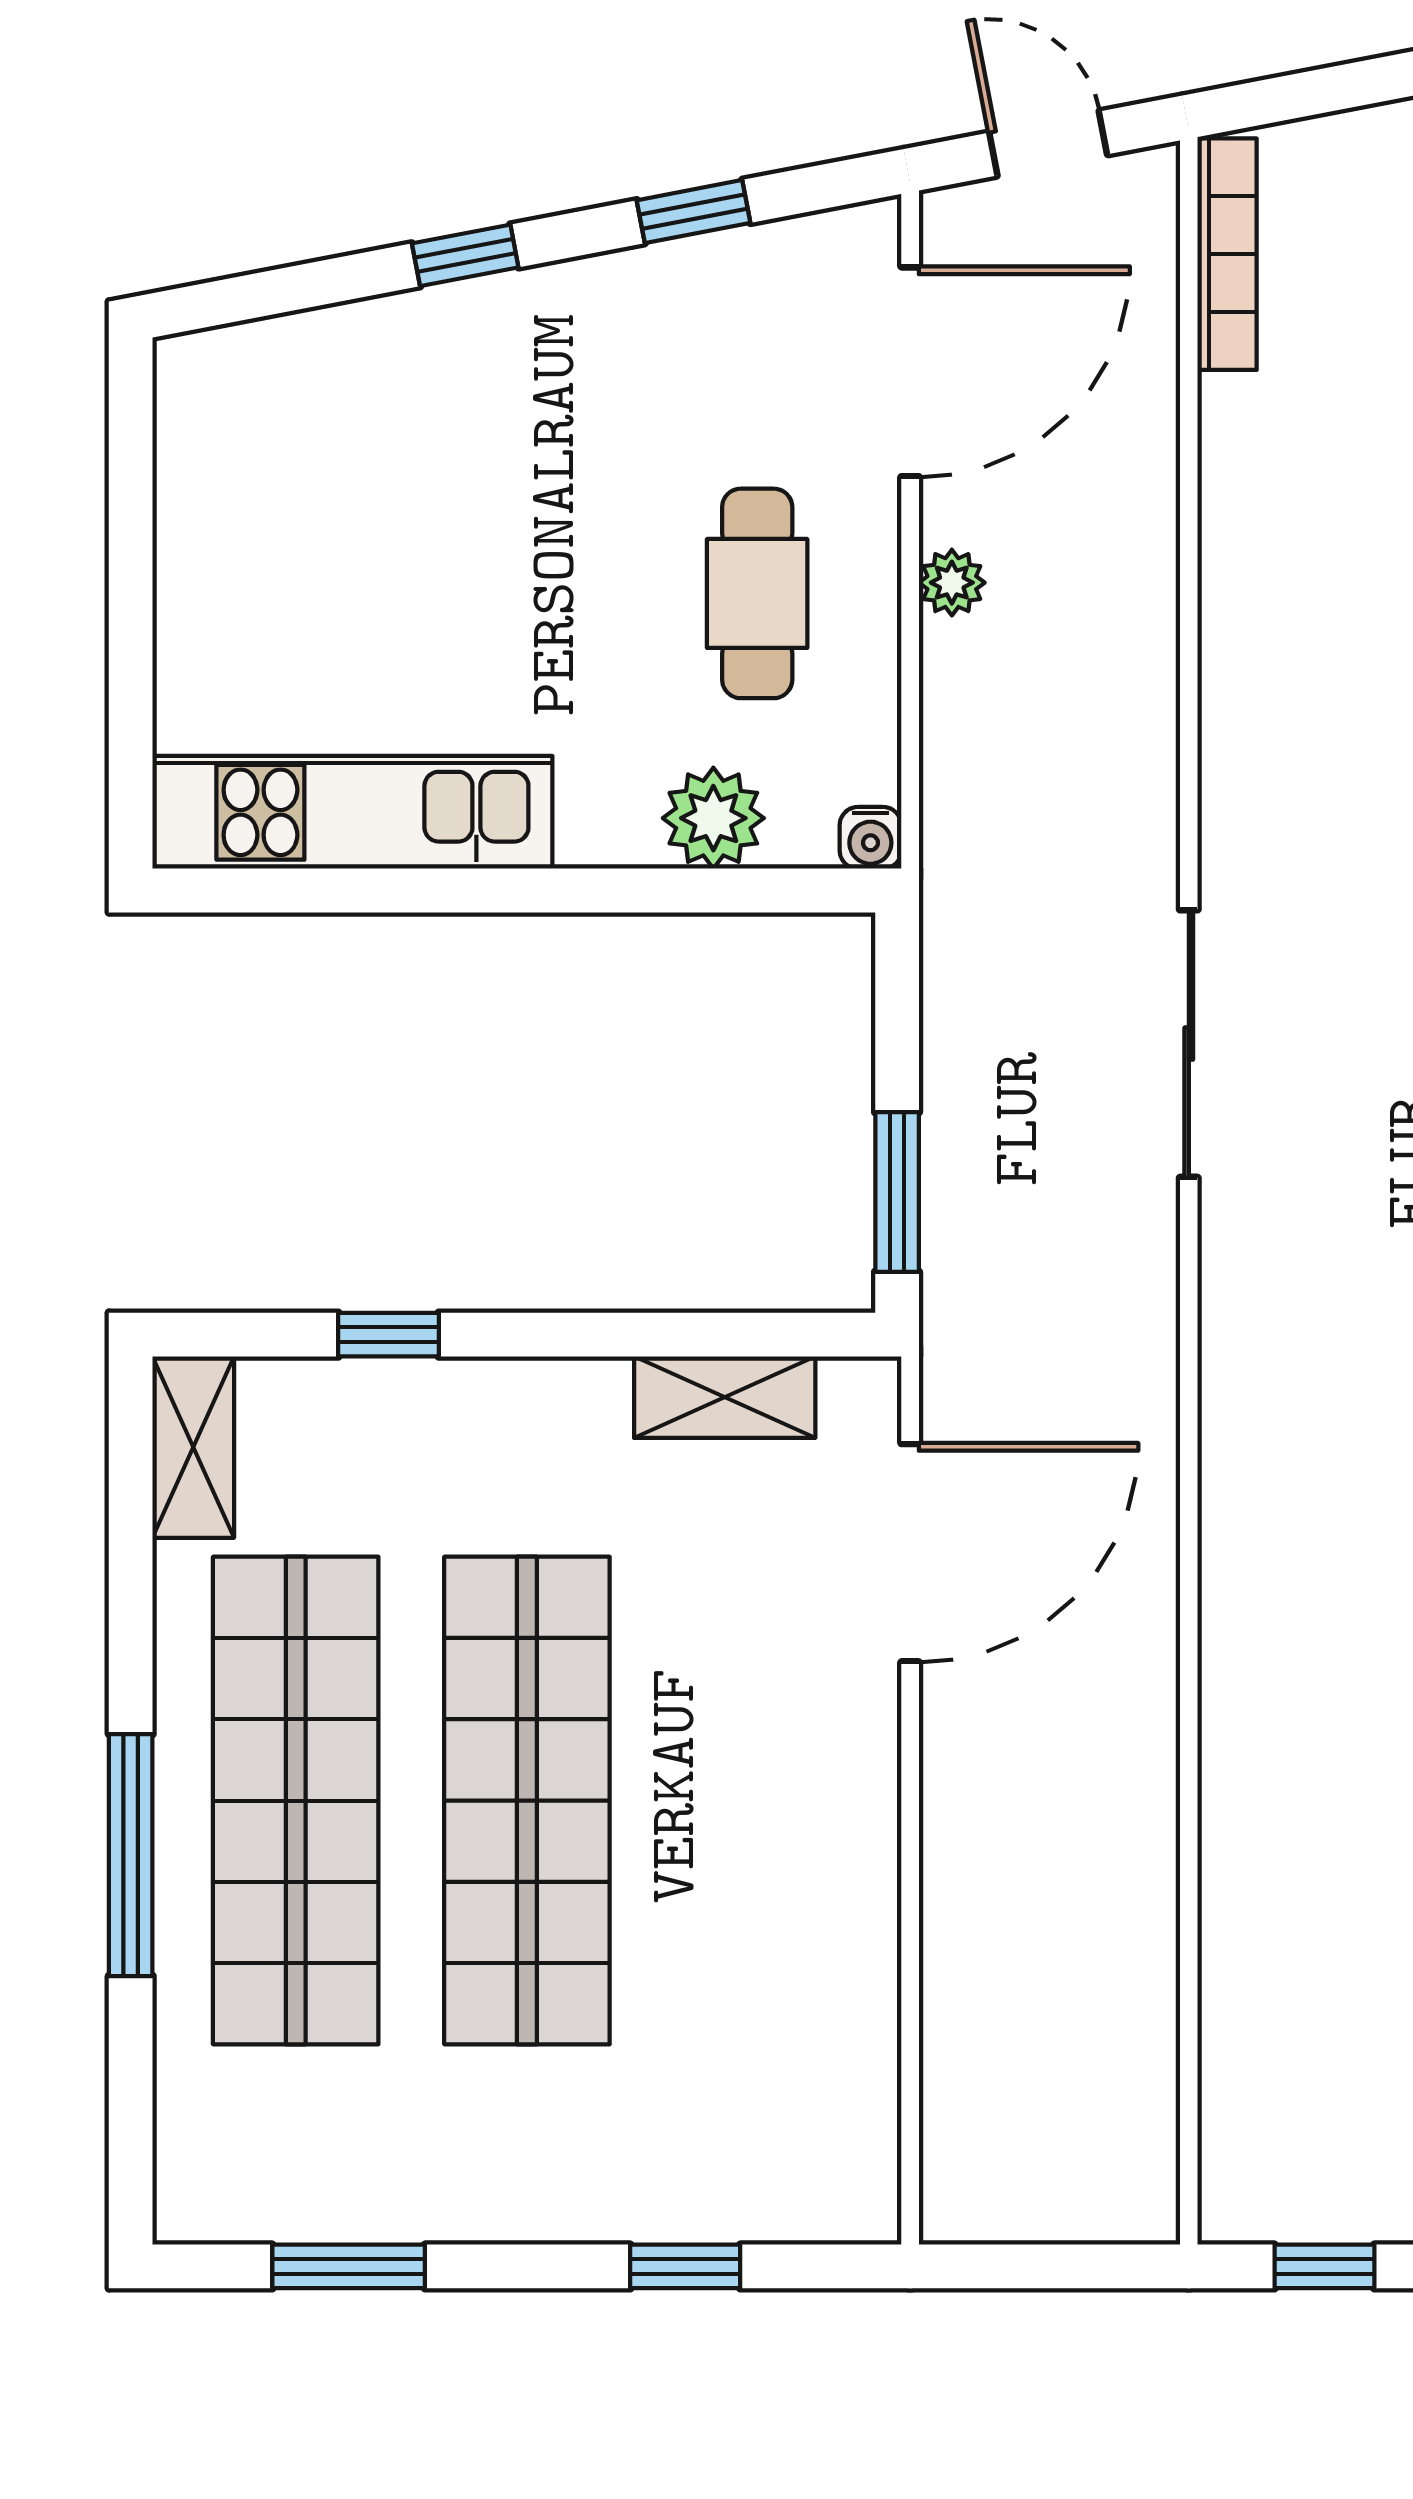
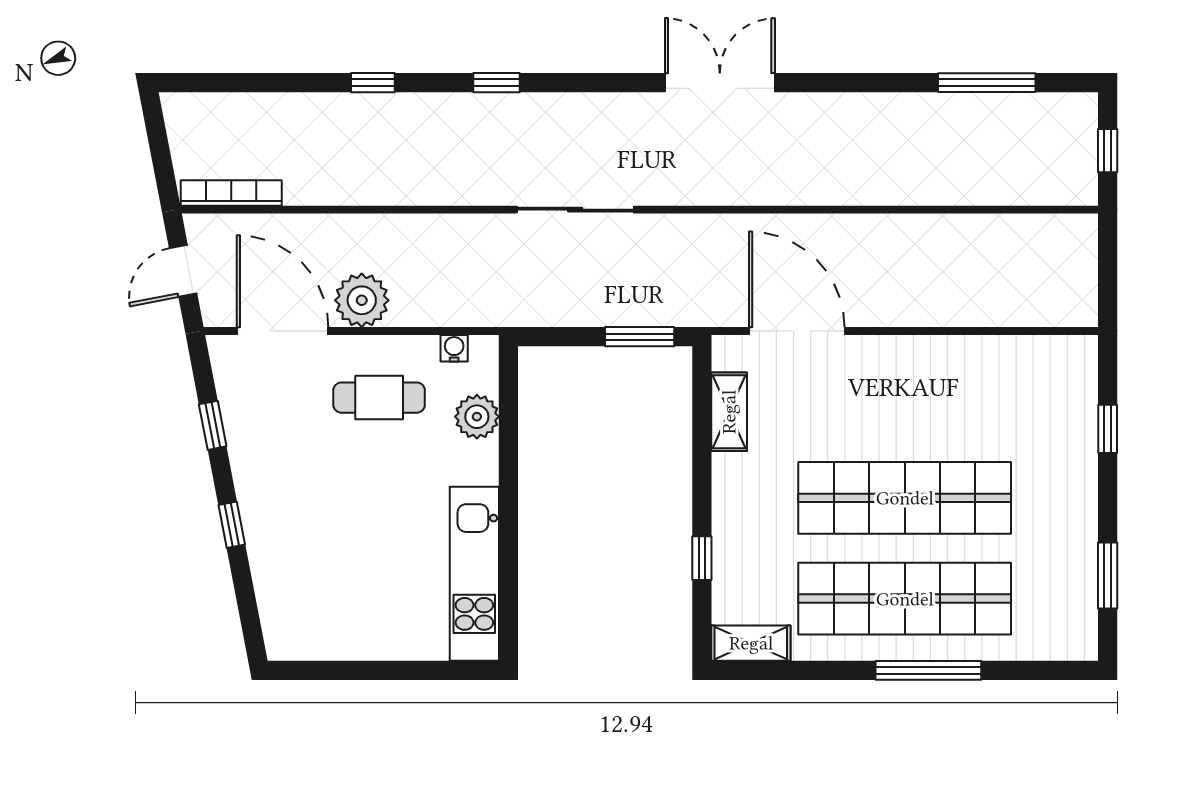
plant: (952, 583) -> (362, 300), width x1.87, depth x1.87
water cooler: (870, 838) -> (454, 348), moved, turned -90

